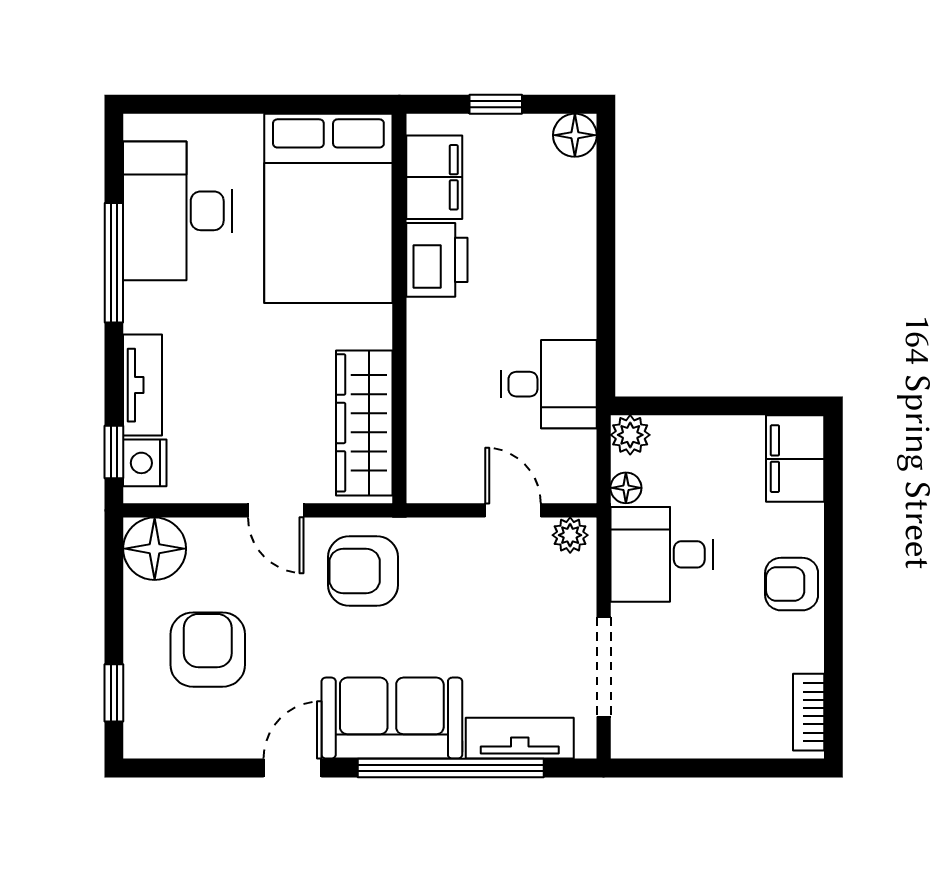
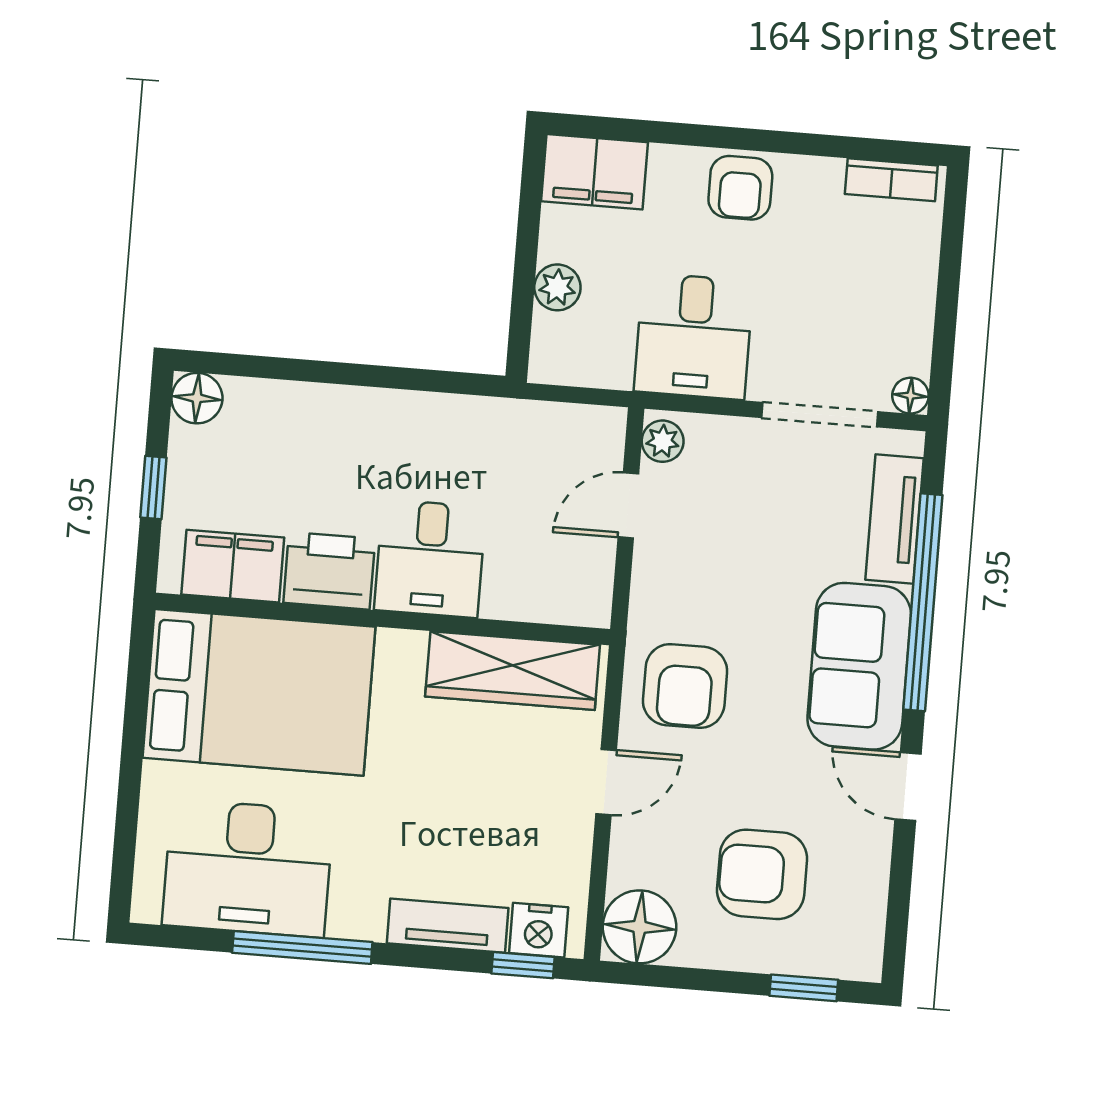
desk: (549, 384) -> (430, 559), moved, turned 180
plant: (630, 435) -> (557, 287), moved
floor lamp: (626, 488) -> (910, 396), moved

